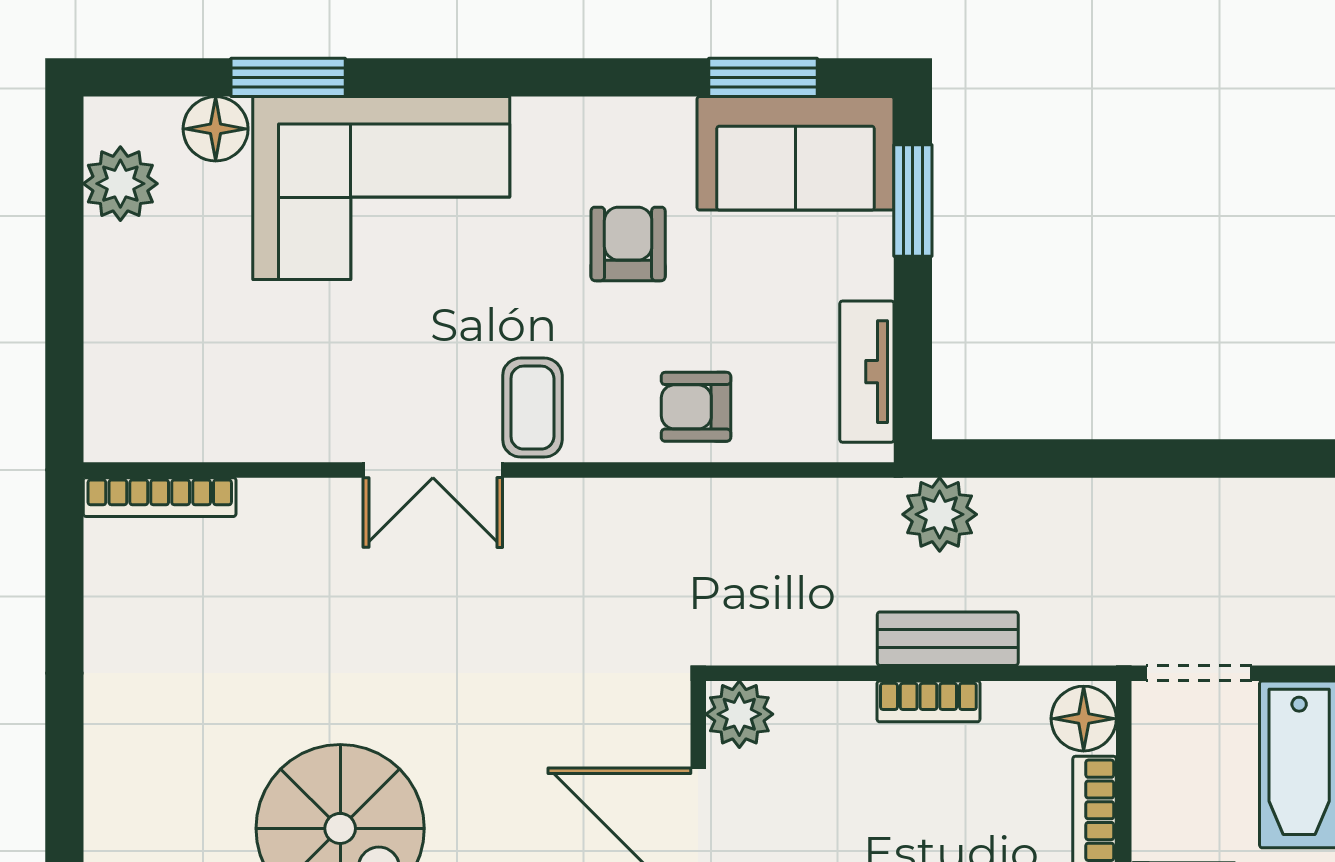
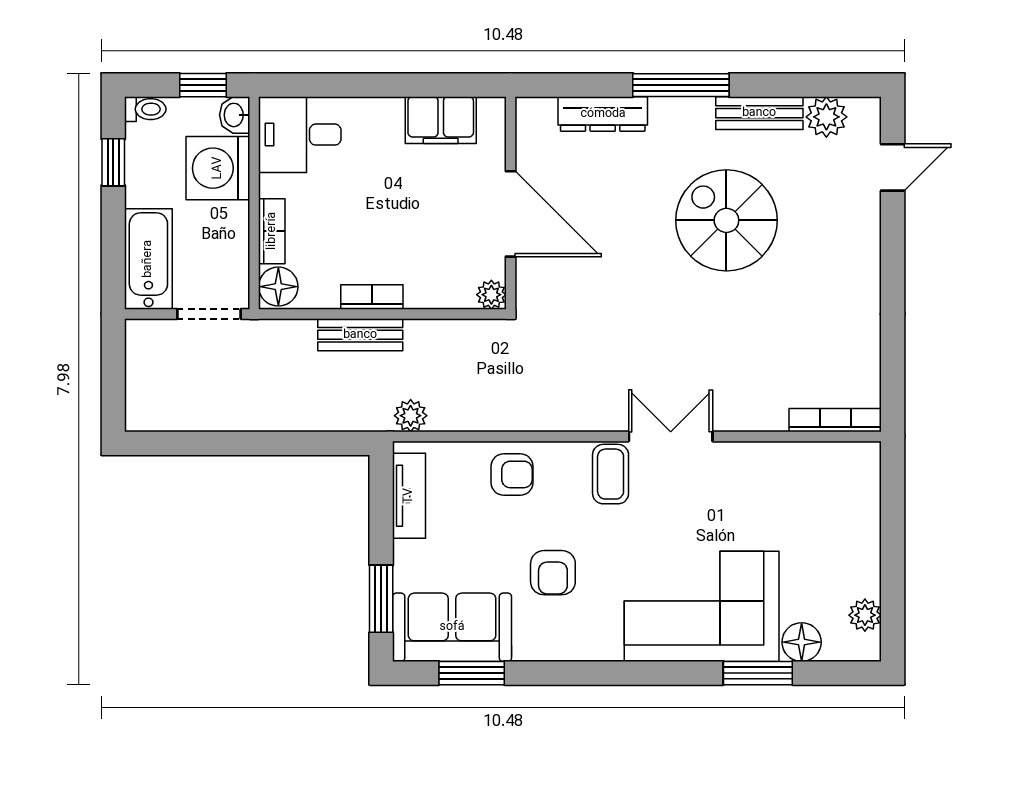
plant: (120, 184) -> (865, 615), width x0.73, depth x0.73
plant: (940, 514) -> (411, 416), moved, width x0.73, depth x0.73
plant: (739, 714) -> (491, 295), width x0.73, depth x0.73

